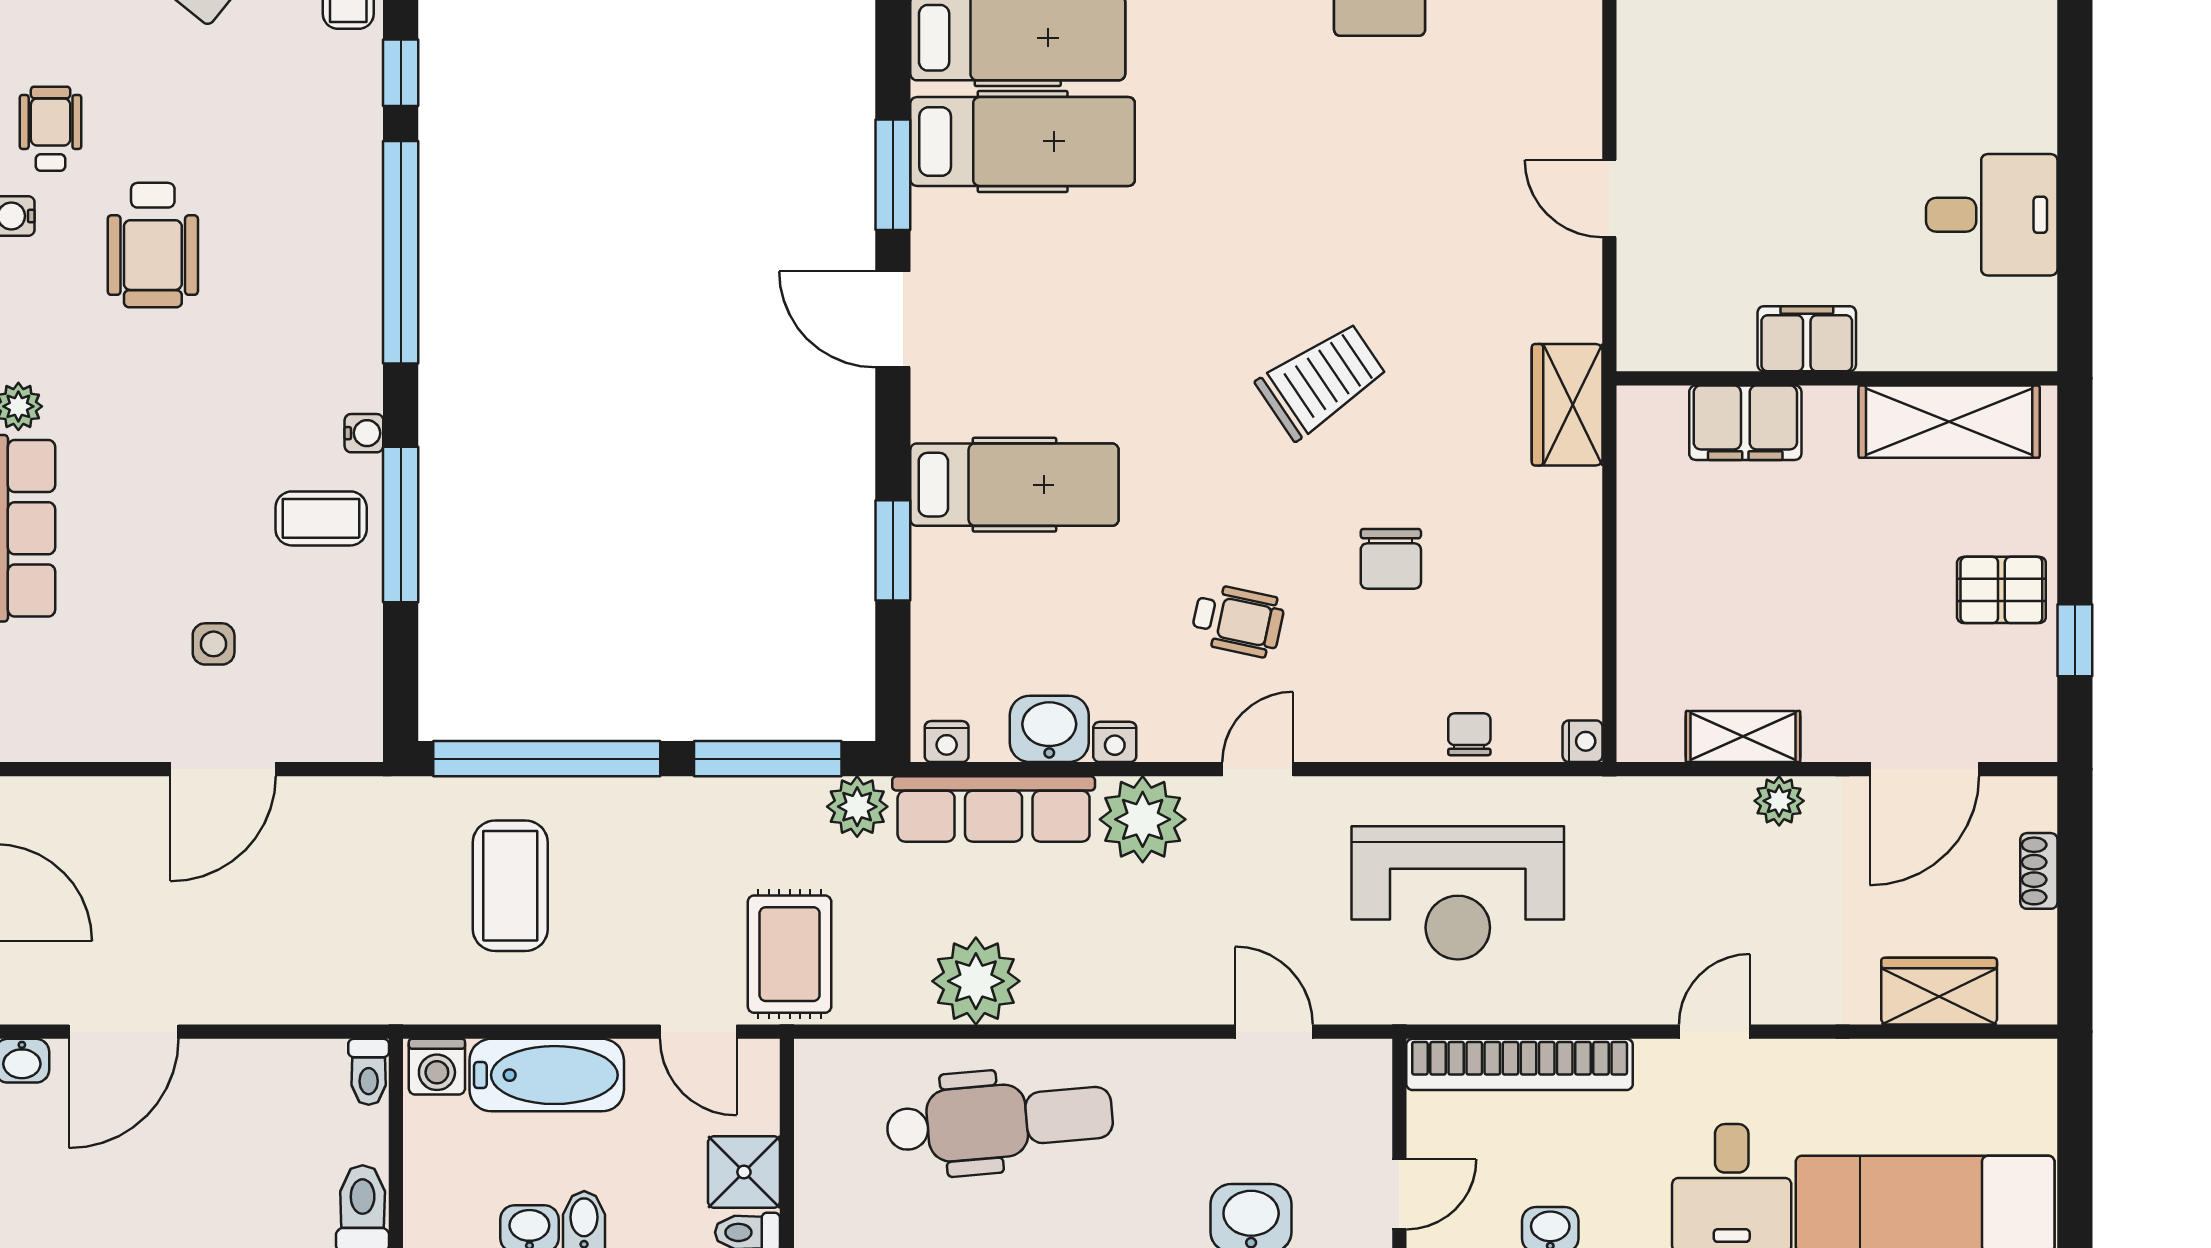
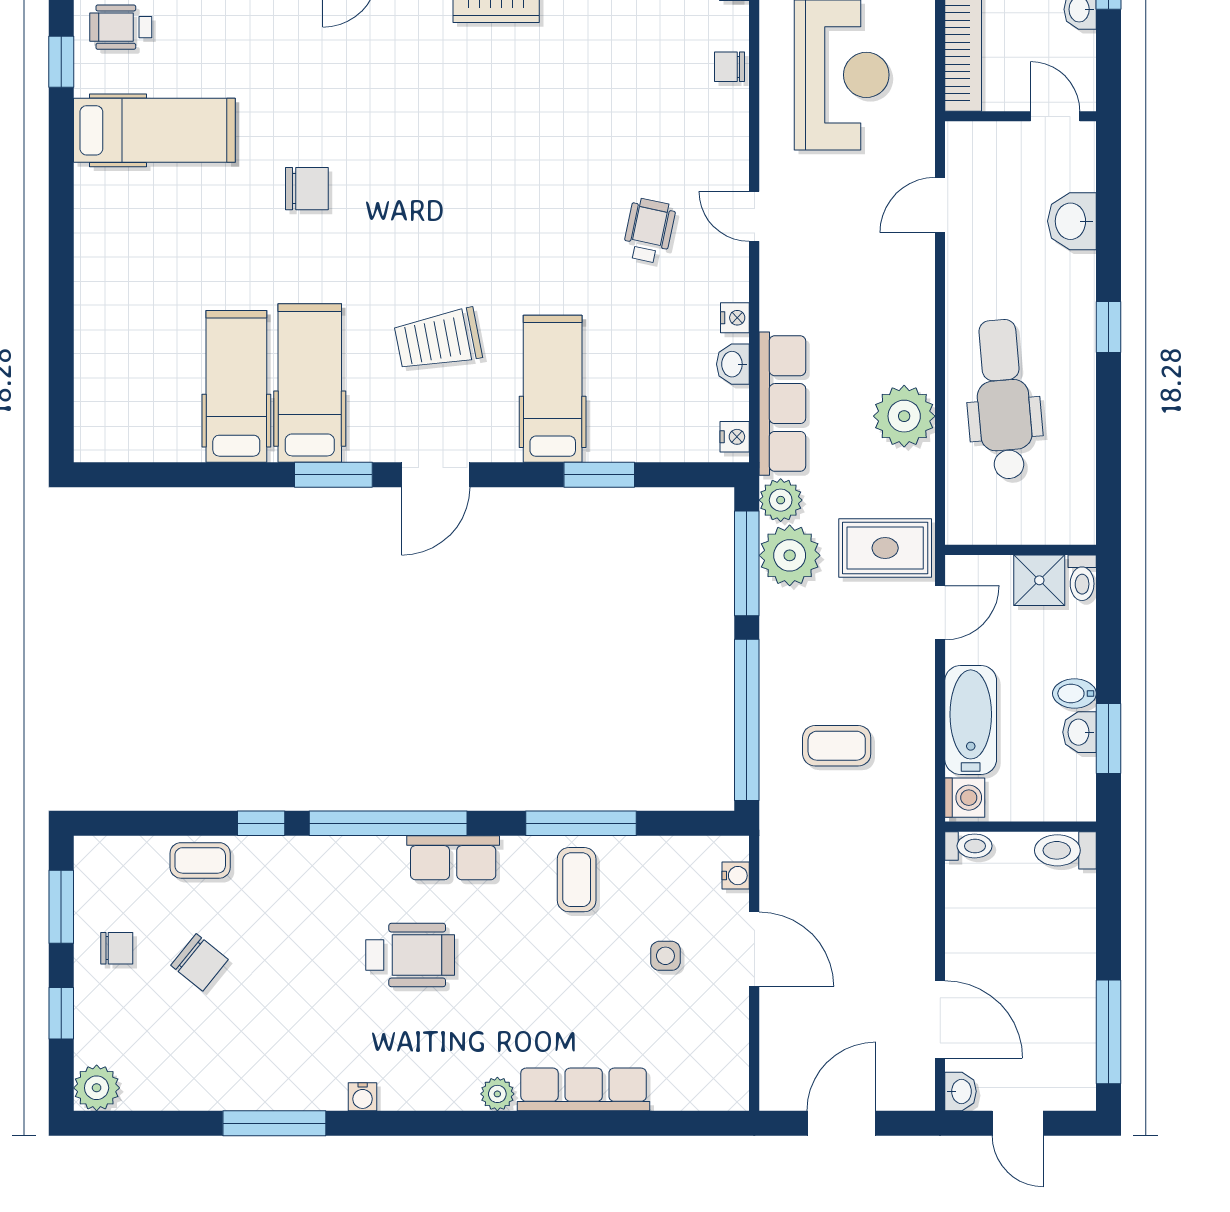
wheelchair: (51, 129) -> (301, 1071), removed
wheelchair: (153, 245) -> (410, 955), moved
row of seats: (352, 344) -> (453, 858), added
trolley: (1322, 381) -> (438, 340), moved, turned -67
water cooler: (364, 433) -> (736, 876), moved, turned 90
chair: (1391, 559) -> (307, 189), moved
washbasin: (1049, 729) -> (733, 364), width x0.72, depth x0.69
plant: (1143, 819) -> (790, 555), moved
coffee table: (510, 886) -> (837, 746), width x0.73, depth x0.77

